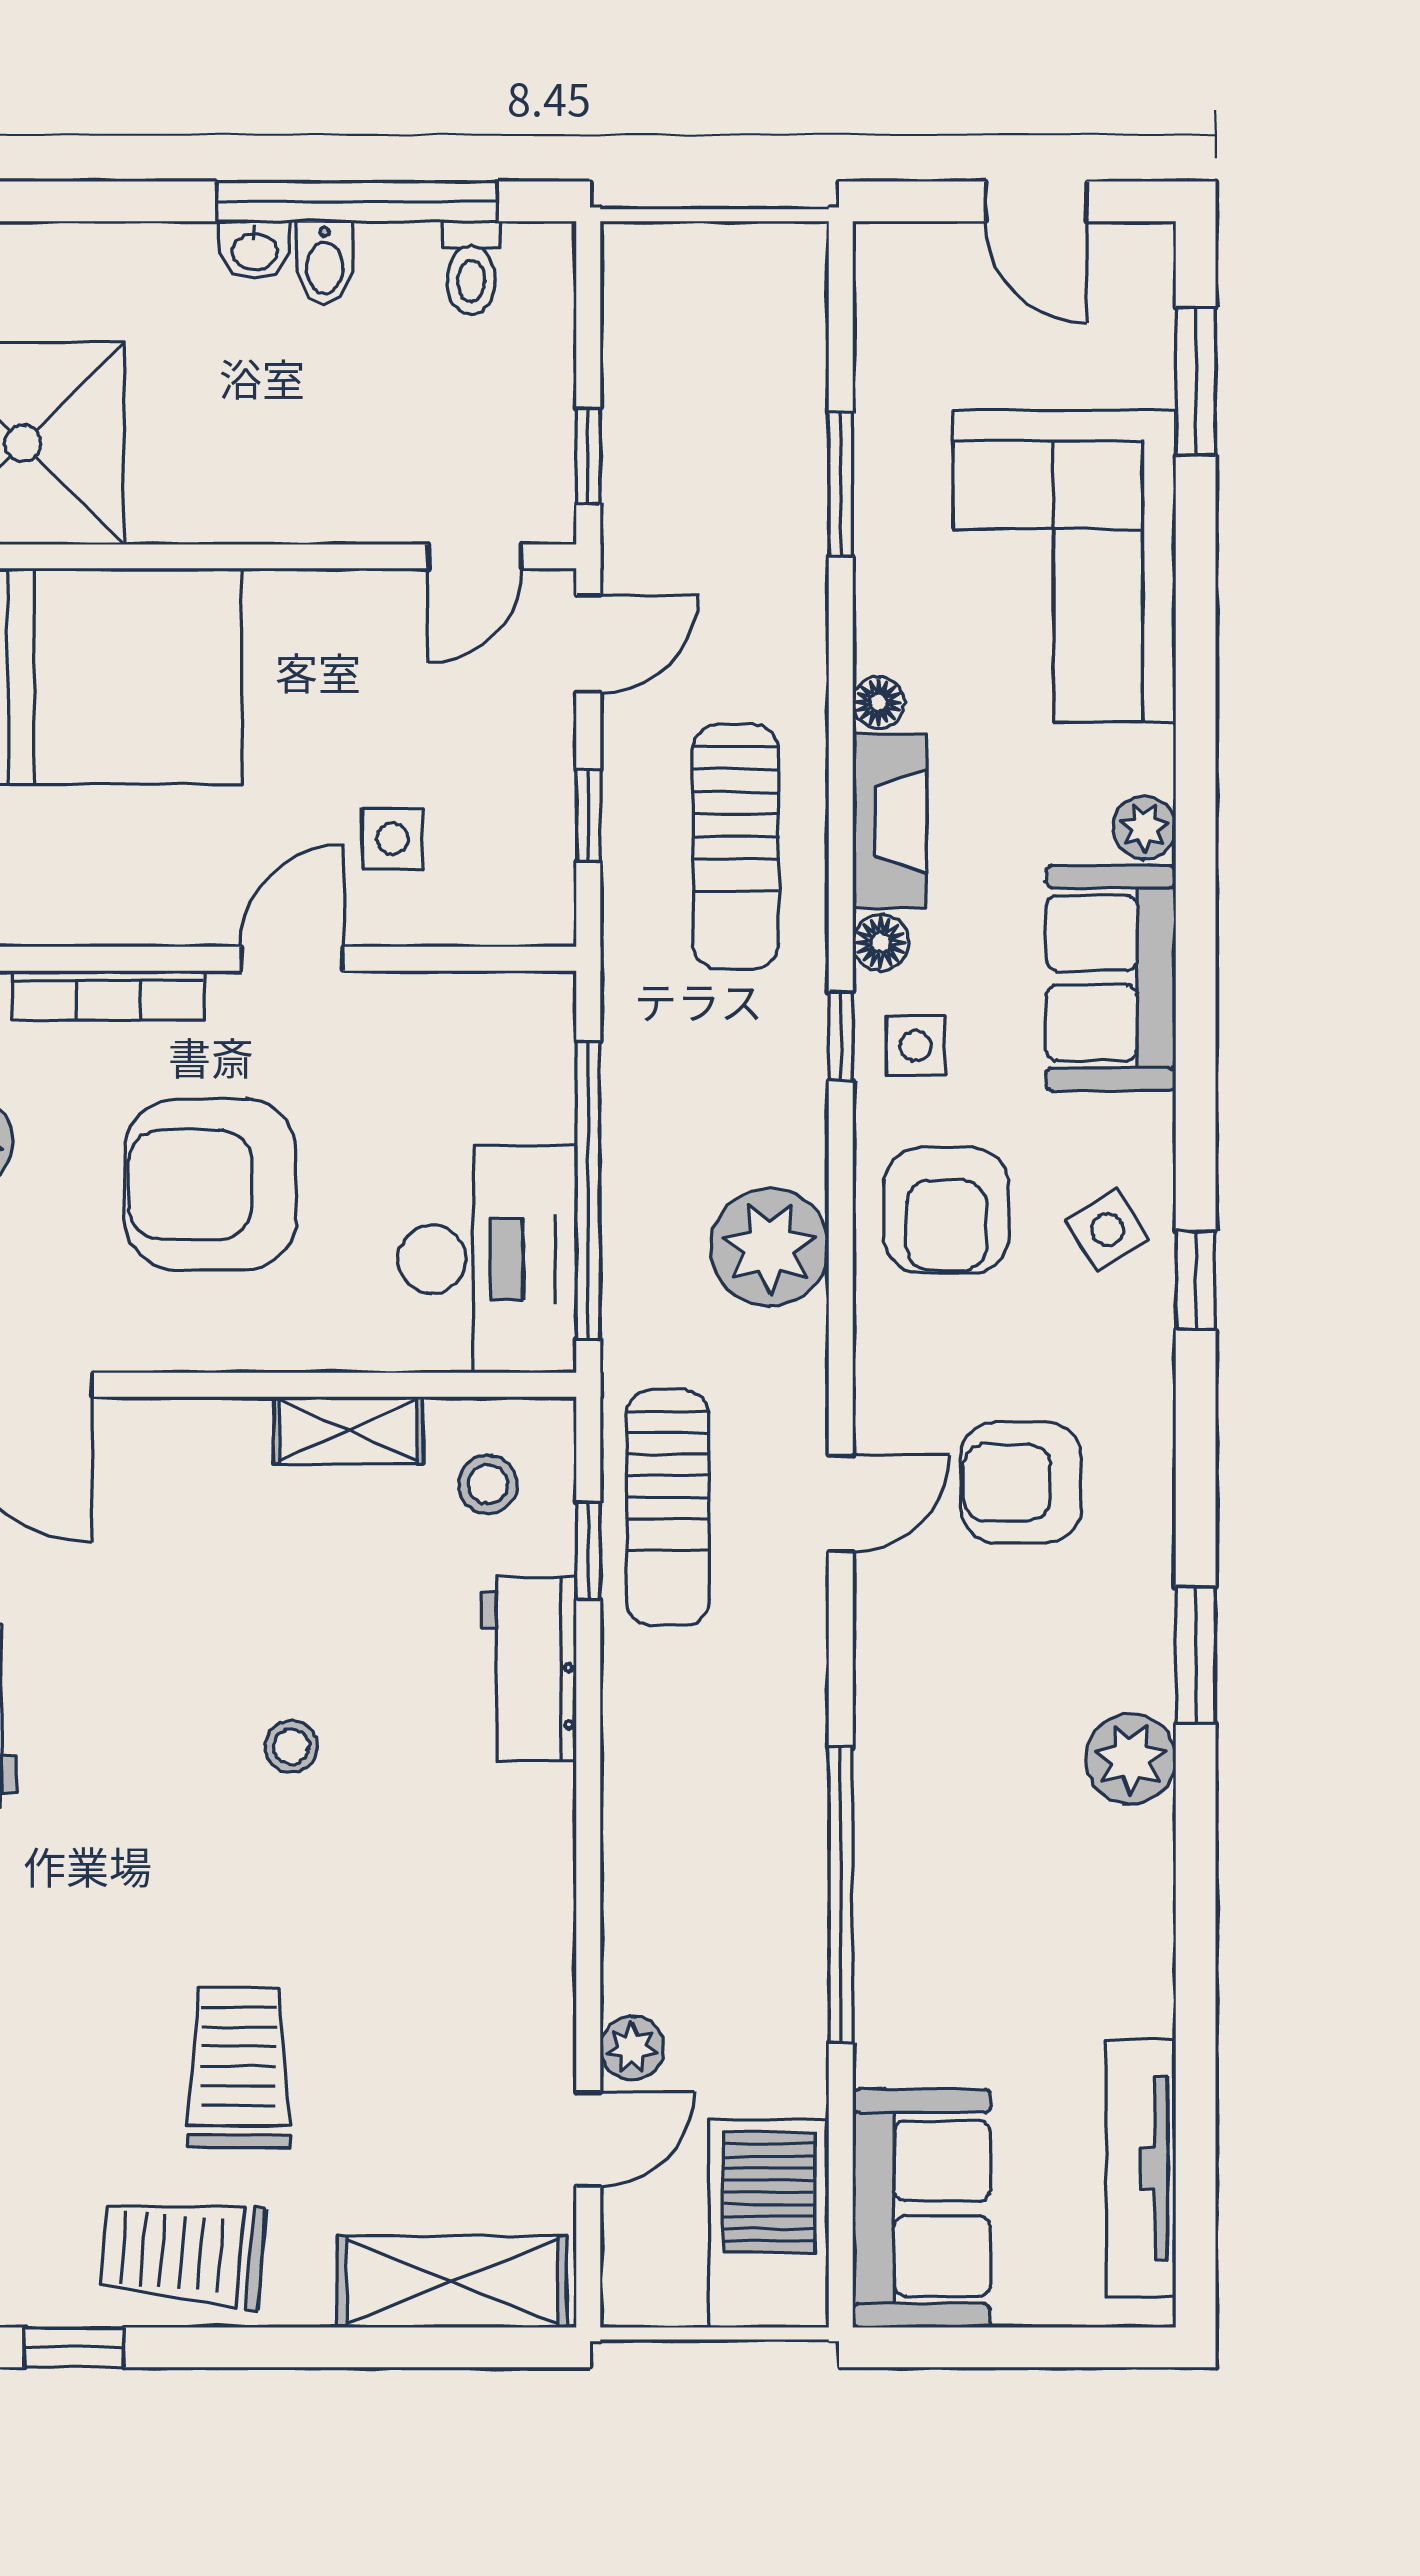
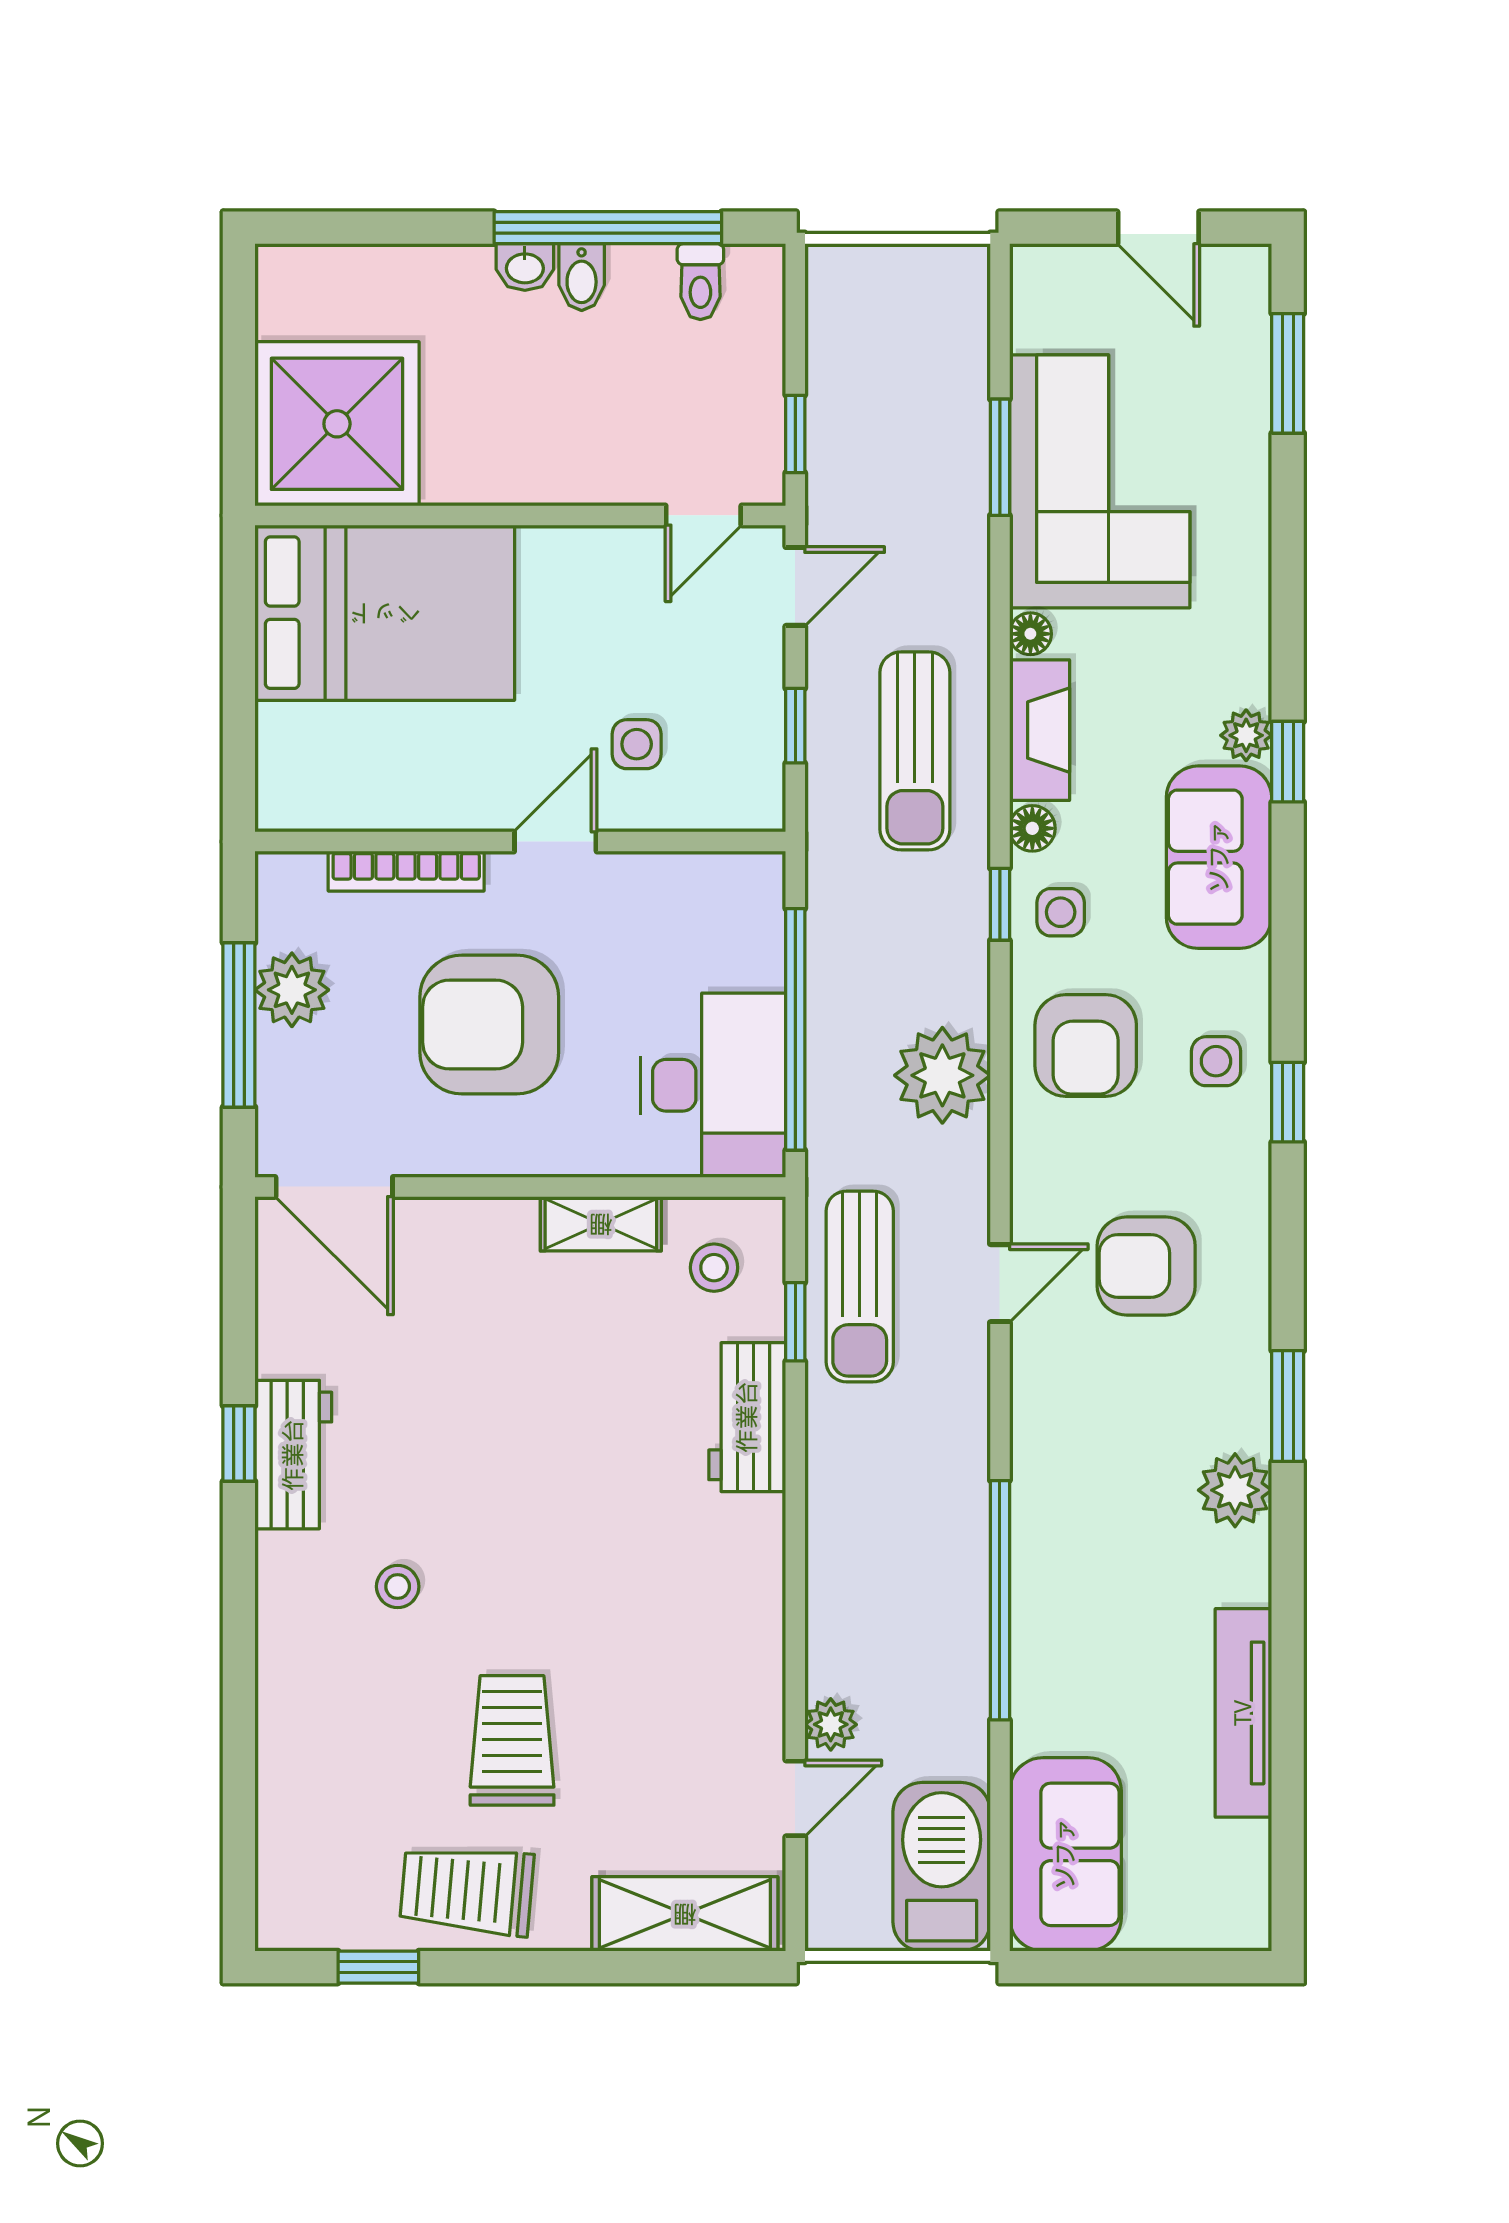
corner sofa: (1065, 566) -> (1100, 481), moved, turned 180
window: (1196, 860) -> (1288, 762), added
side table: (1107, 1230) -> (1216, 1061), turned 32
stool: (291, 1747) -> (398, 1587), moved
tv unit: (1141, 2168) -> (1243, 1713), moved

